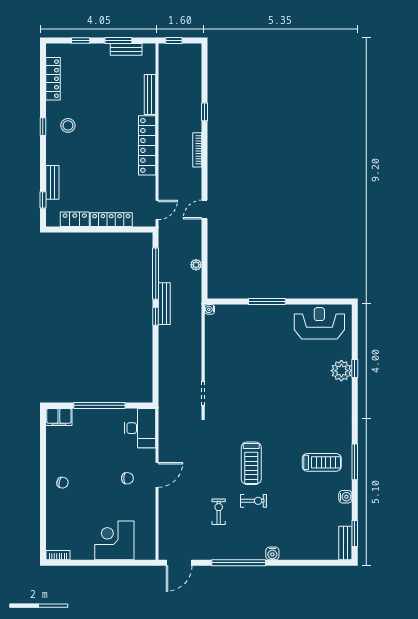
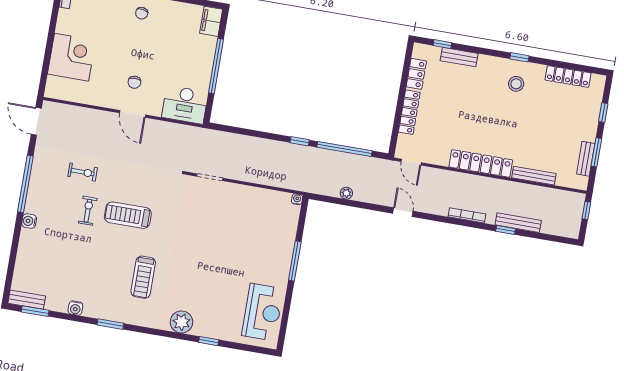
bench: (164, 304) -> (518, 223), moved
plant: (341, 371) -> (181, 322), moved
treadmill: (322, 462) -> (143, 277), moved
window: (355, 462) -> (110, 324), width x0.69
exercise bike: (253, 501) -> (88, 211), turned 180

